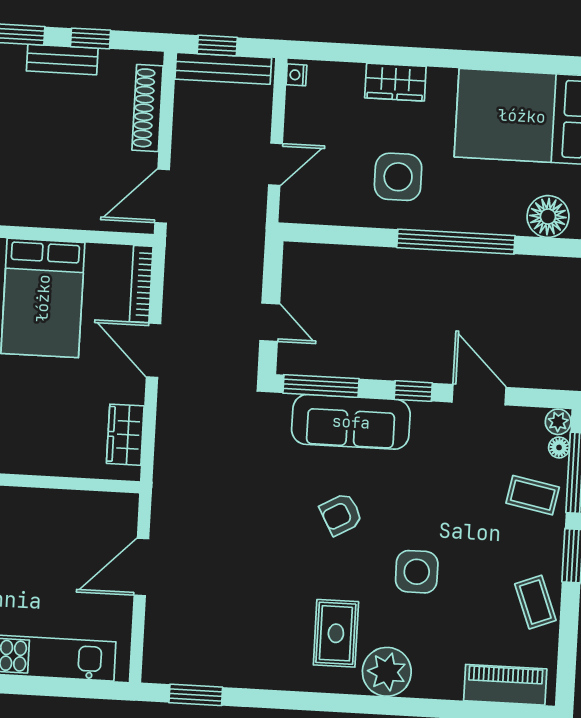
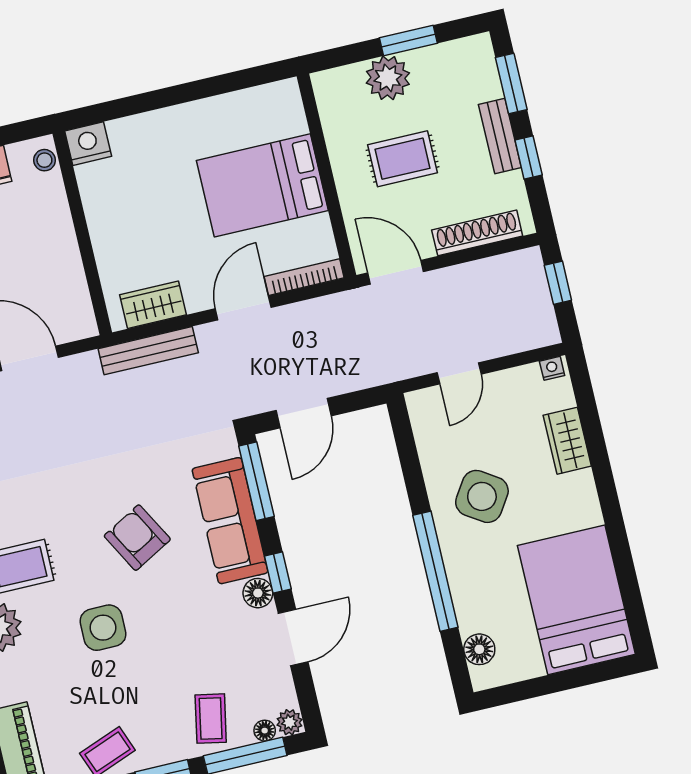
bench: (223, 68) -> (148, 351), moved, turned 90
wardrobe: (395, 82) -> (567, 441), moved
rug: (57, 158) -> (402, 159), added
door: (275, 164) -> (459, 373), hinge flipped
side table: (398, 177) -> (482, 496), turned 33
floor lamp: (548, 217) -> (479, 649), width x0.73, depth x0.73
door: (270, 322) -> (304, 413), width x1.38
floor lamp: (427, 416) -> (258, 593), added
armchair: (341, 514) -> (137, 538), width x1.38, depth x1.38

